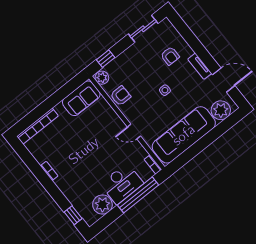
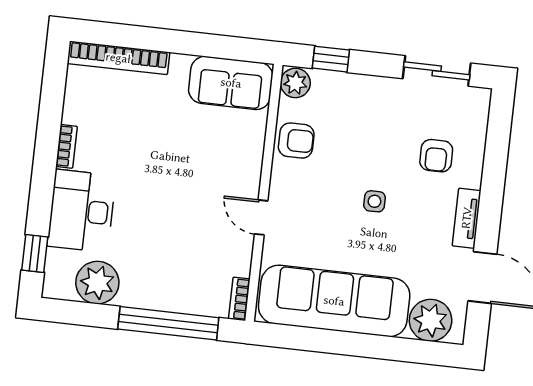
desk: (122, 184) -> (81, 211), moved, turned 90

